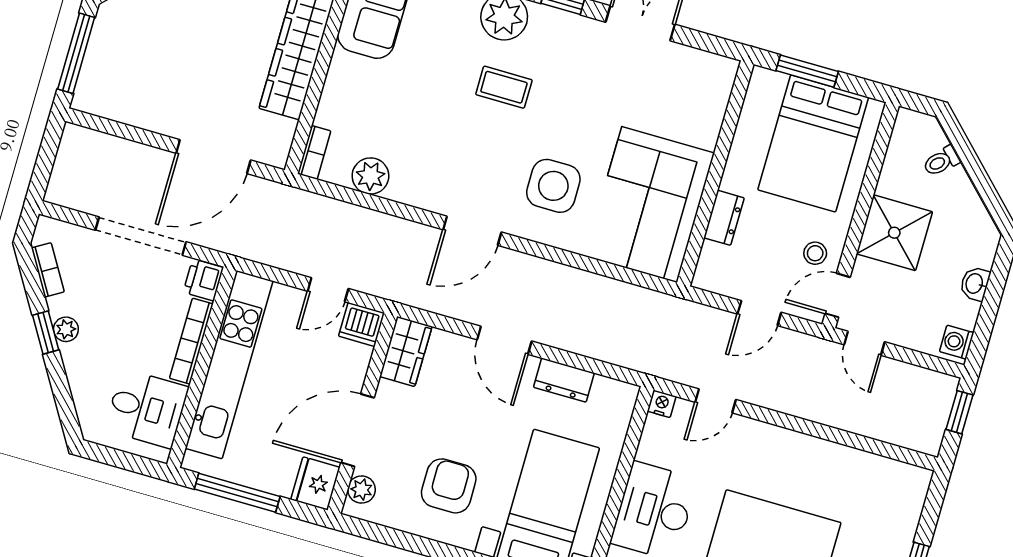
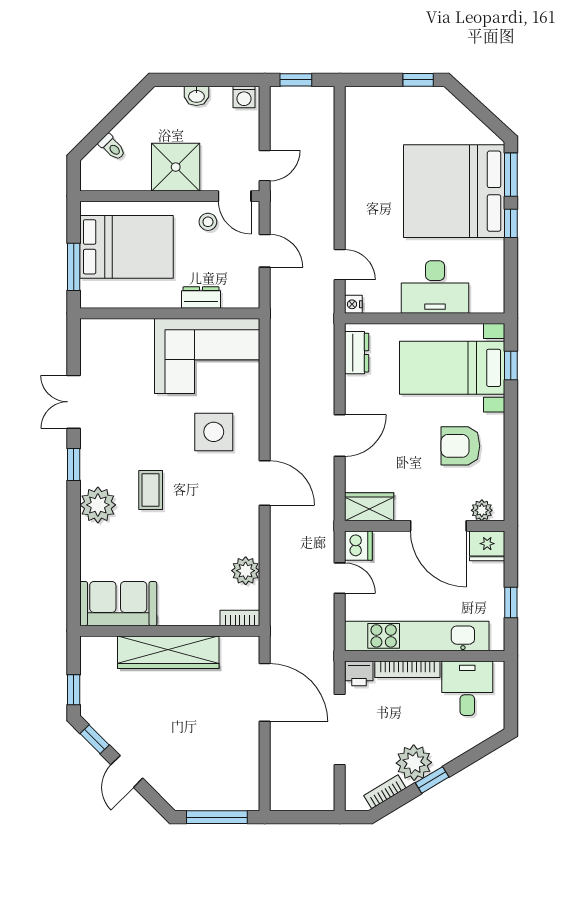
plant: (66, 329) -> (414, 763), width x1.88, depth x1.88
dresser: (564, 380) -> (357, 353), moved
window: (237, 493) -> (511, 603), width x0.46

